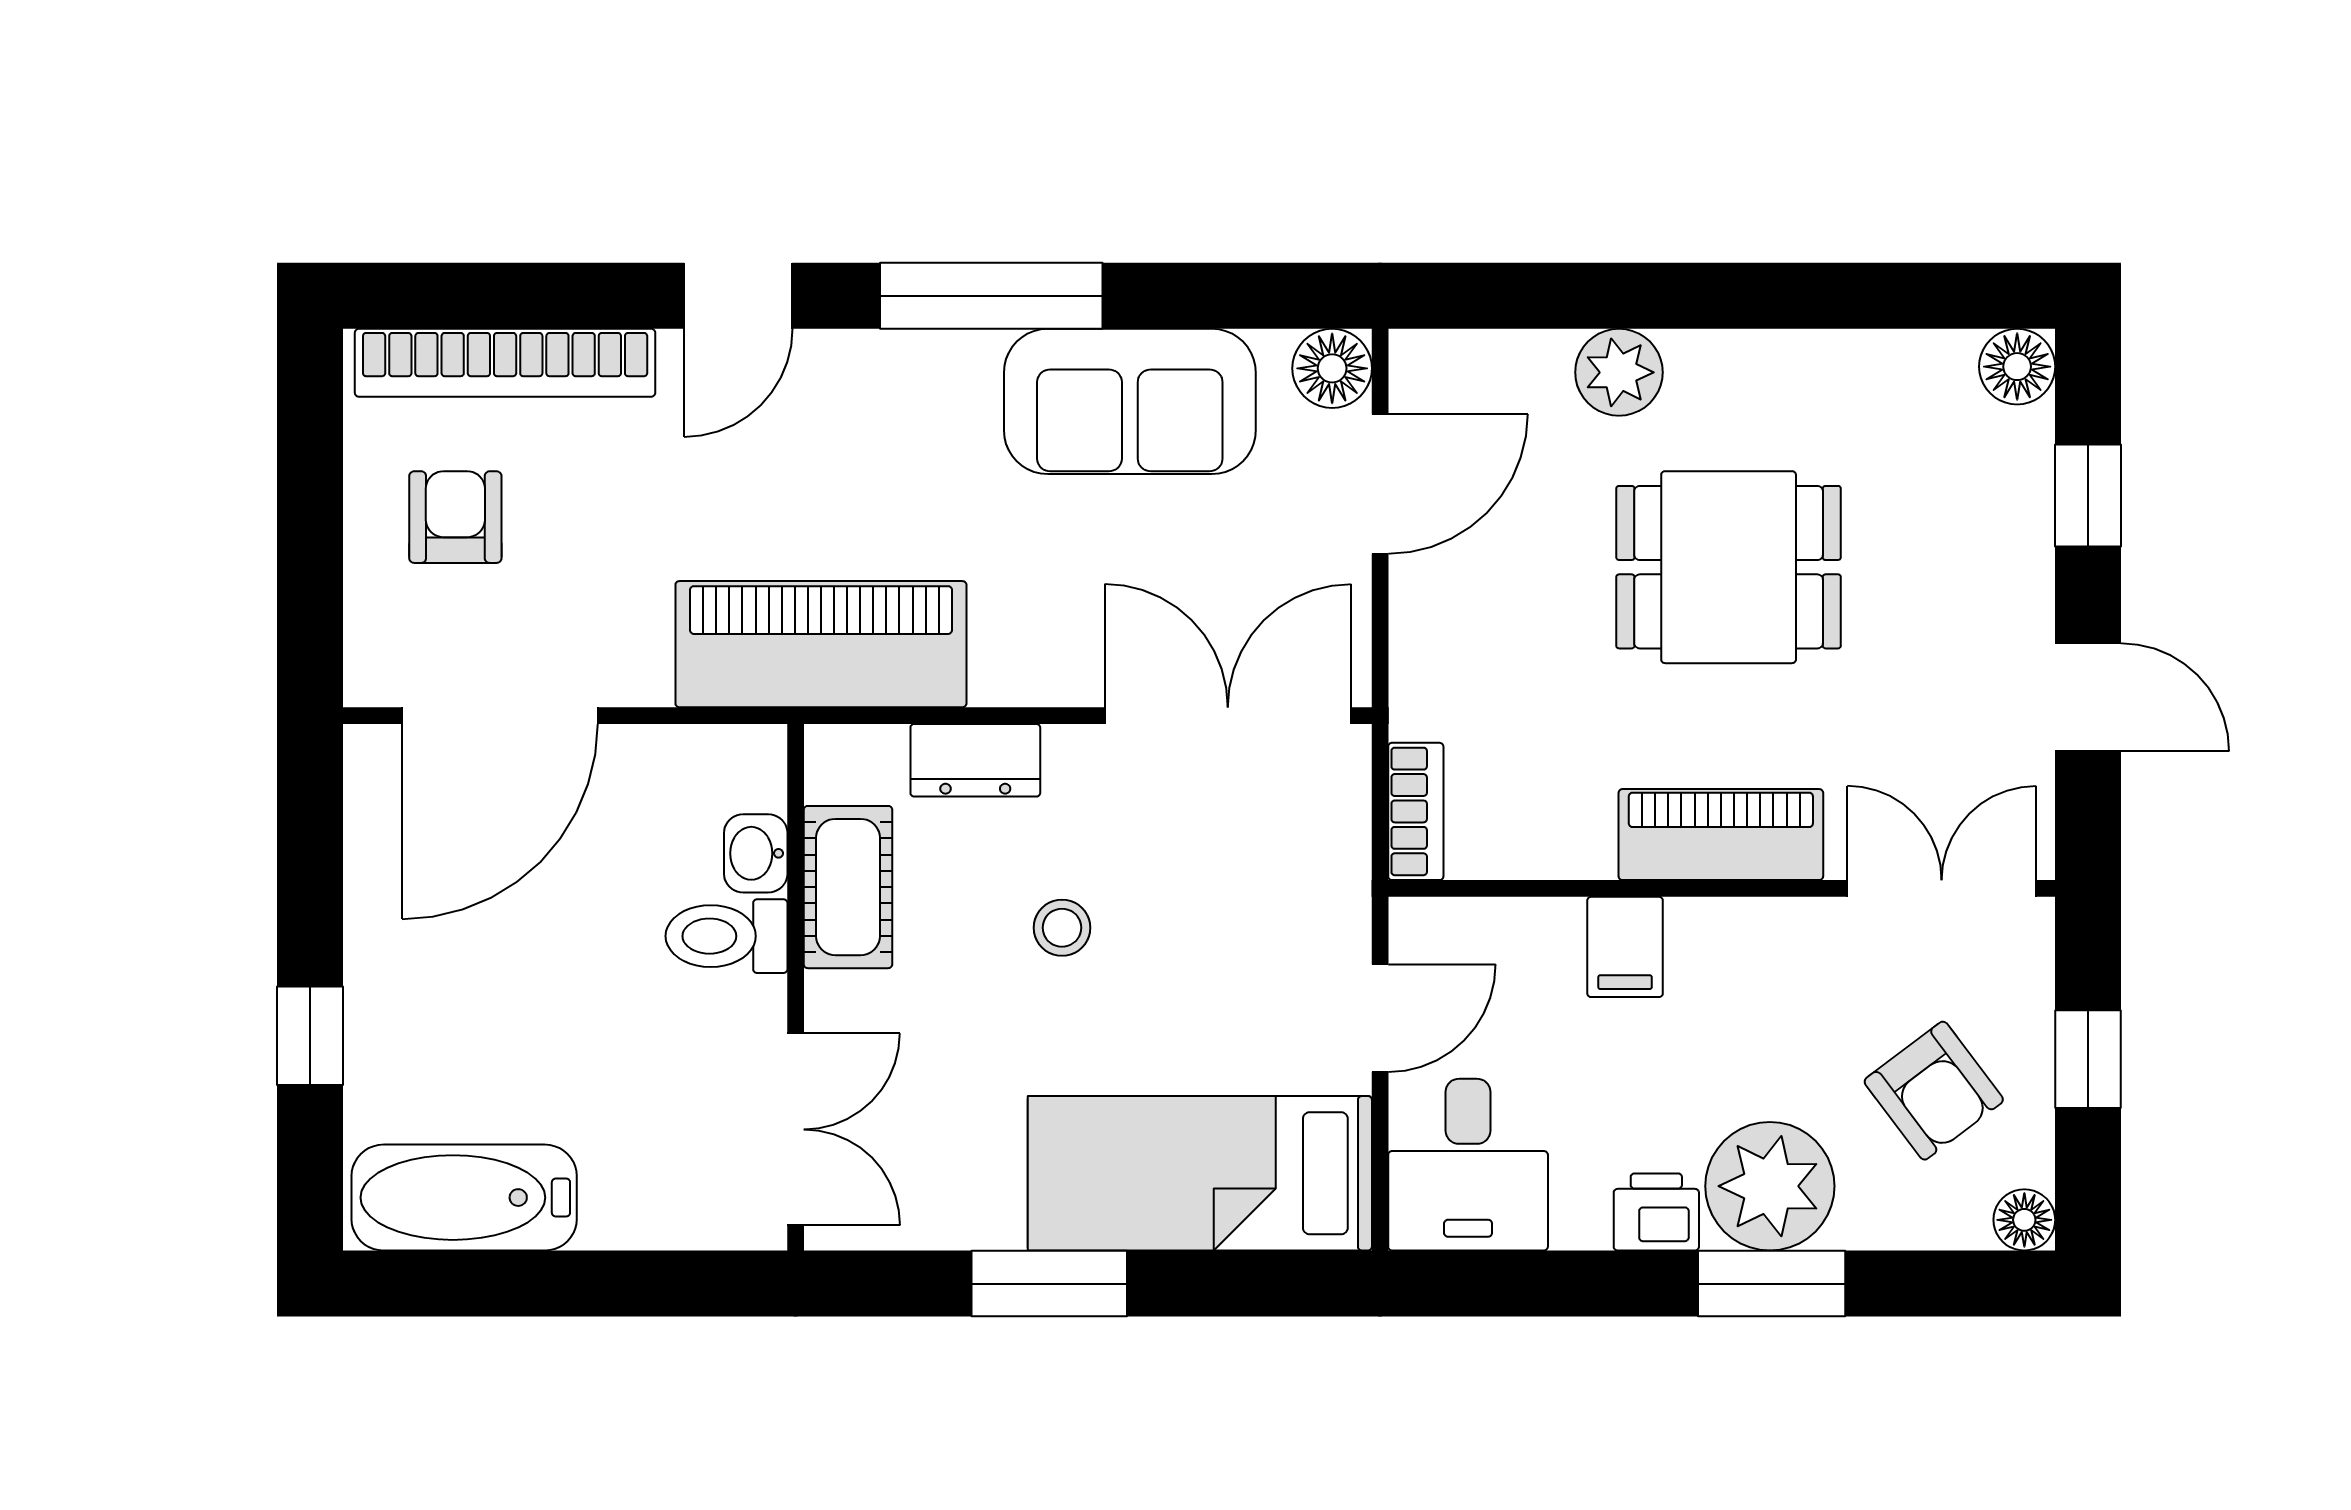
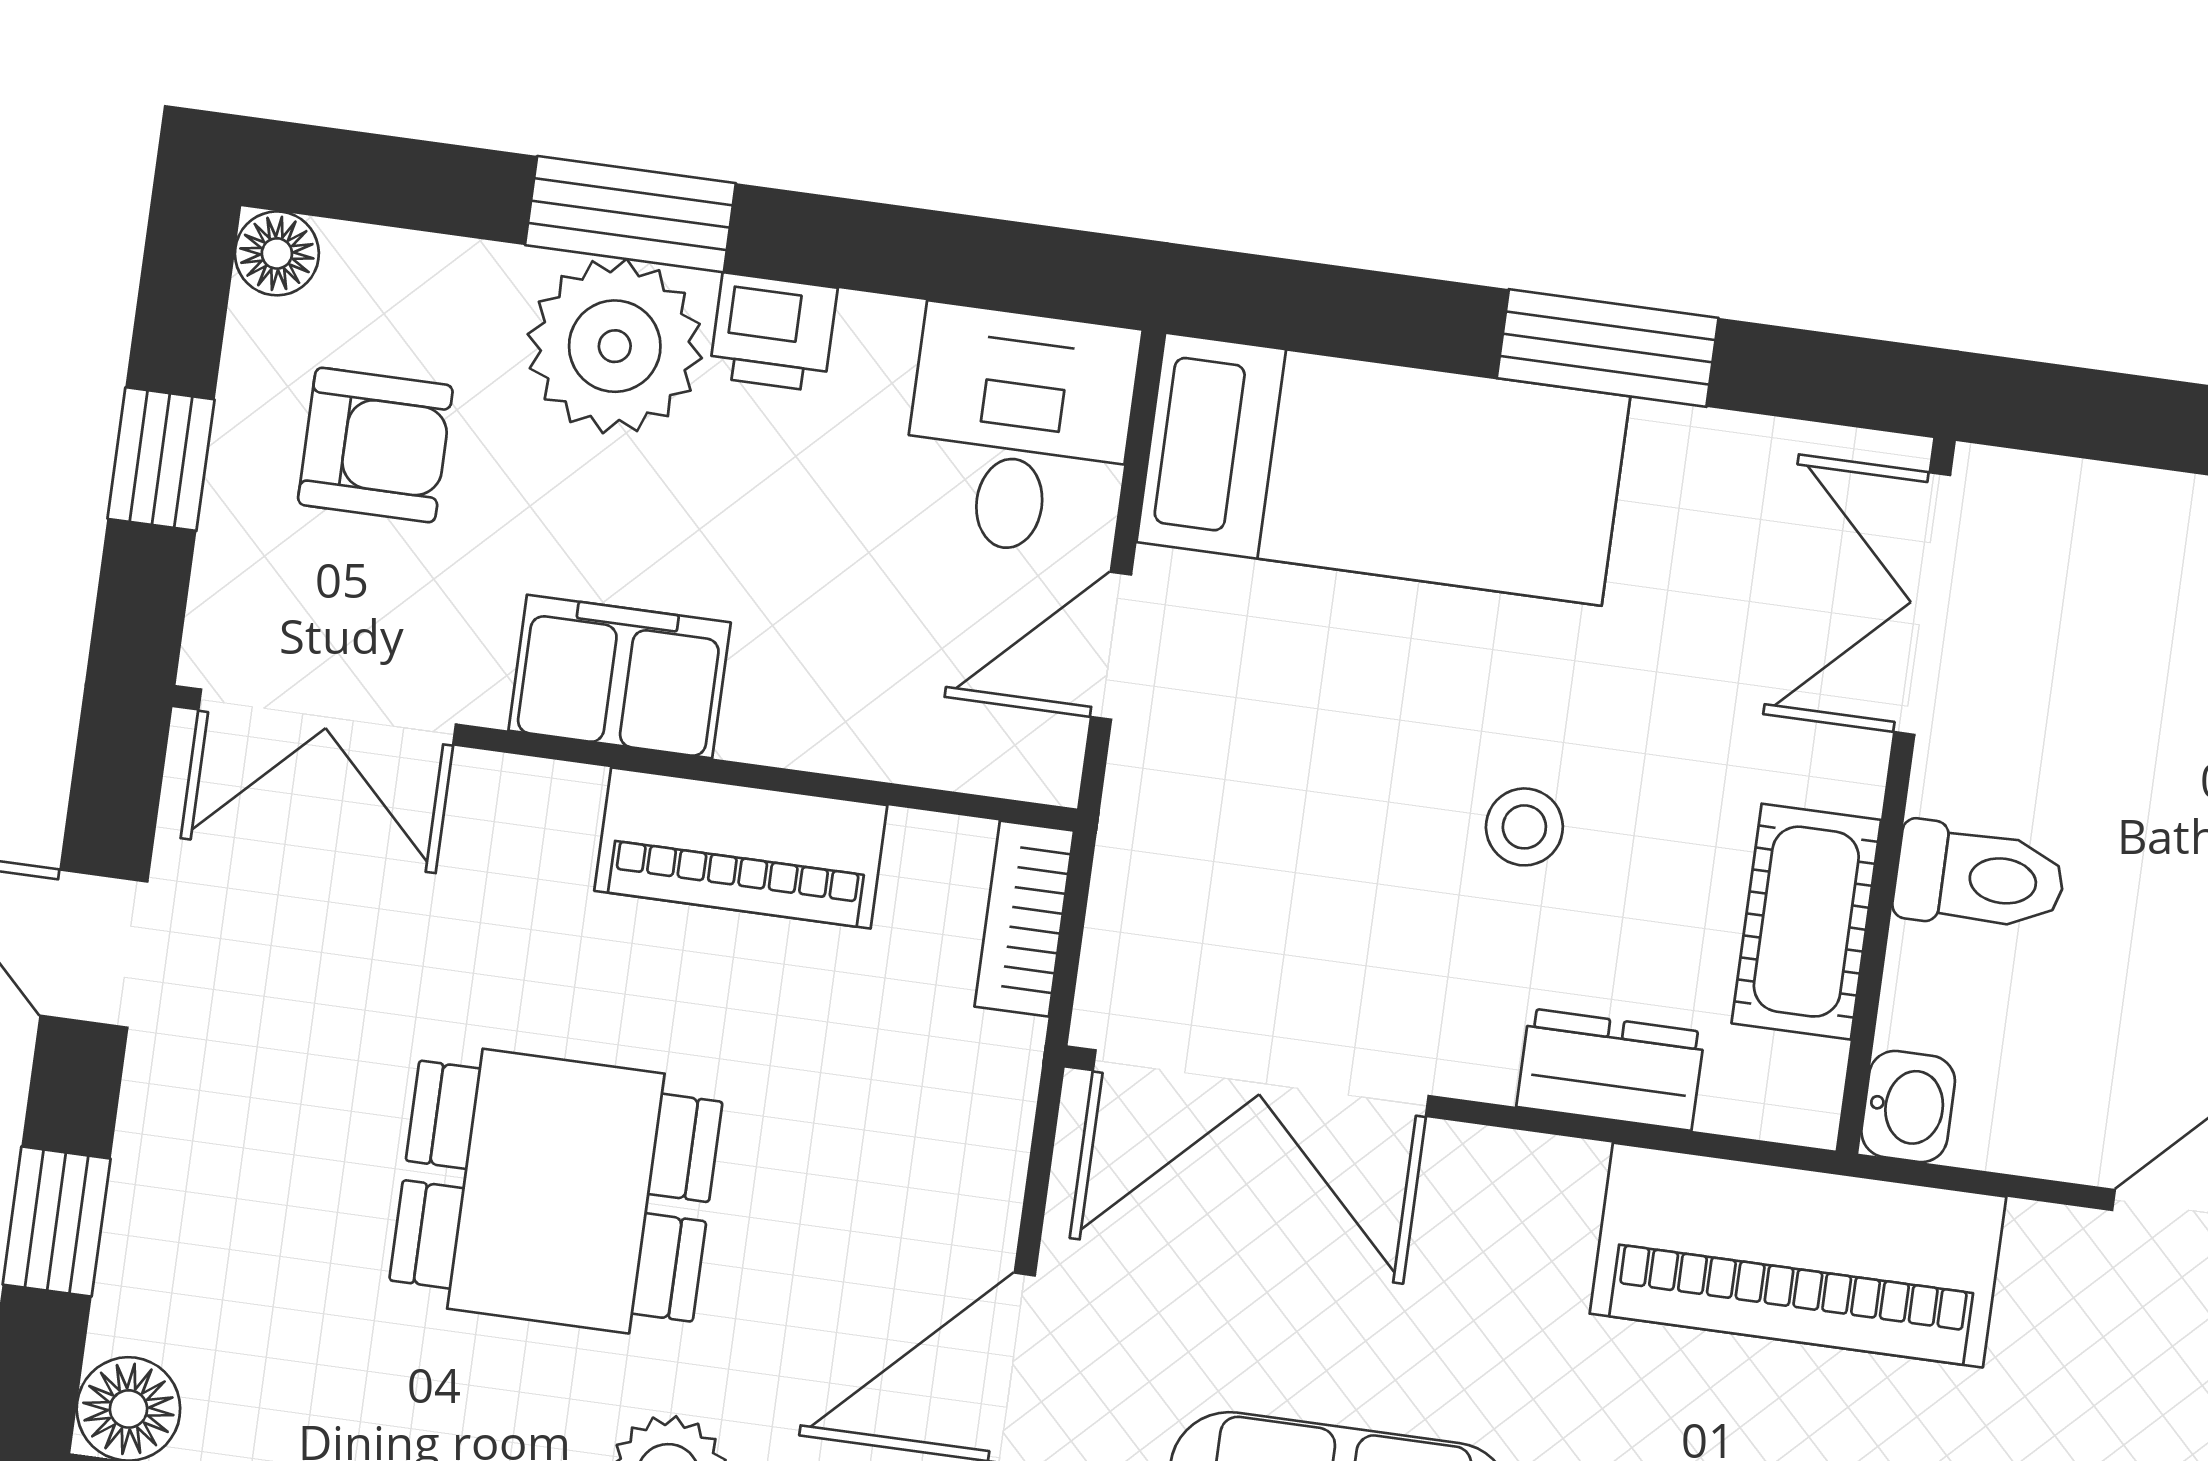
piano: (1721, 835) -> (741, 848), moved
washbasin: (756, 853) -> (1908, 1107), moved
filing cabinet: (1625, 947) -> (620, 676), moved, width x2.00
armchair: (1934, 1091) -> (375, 445), turned 127

